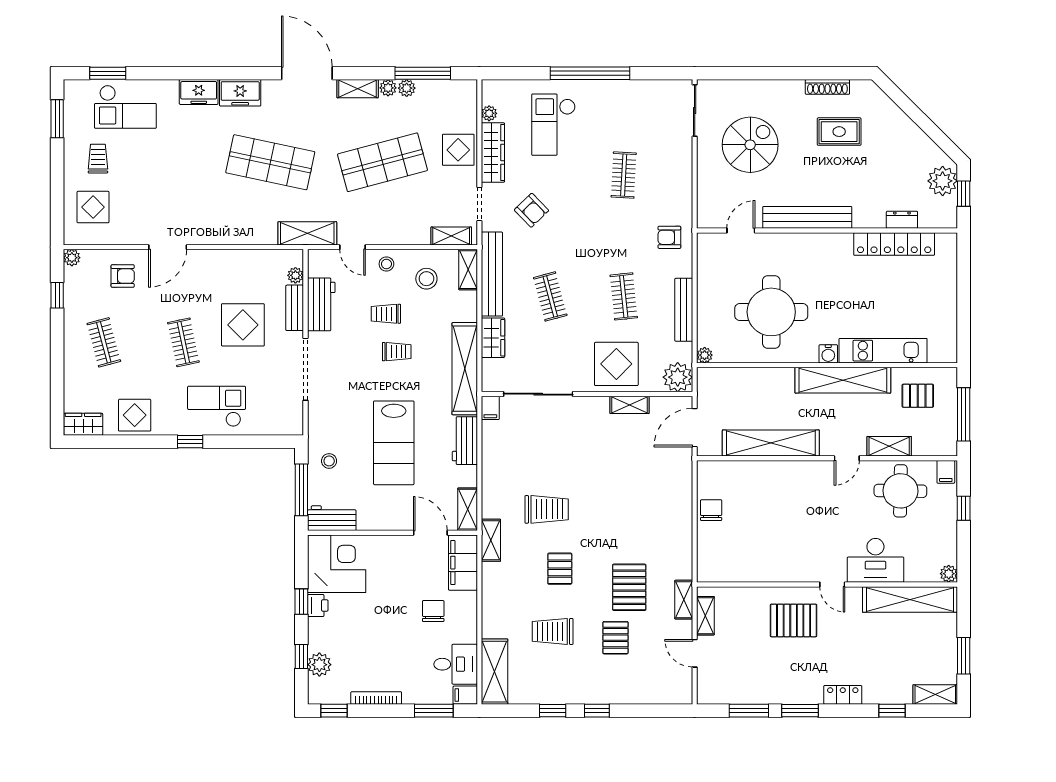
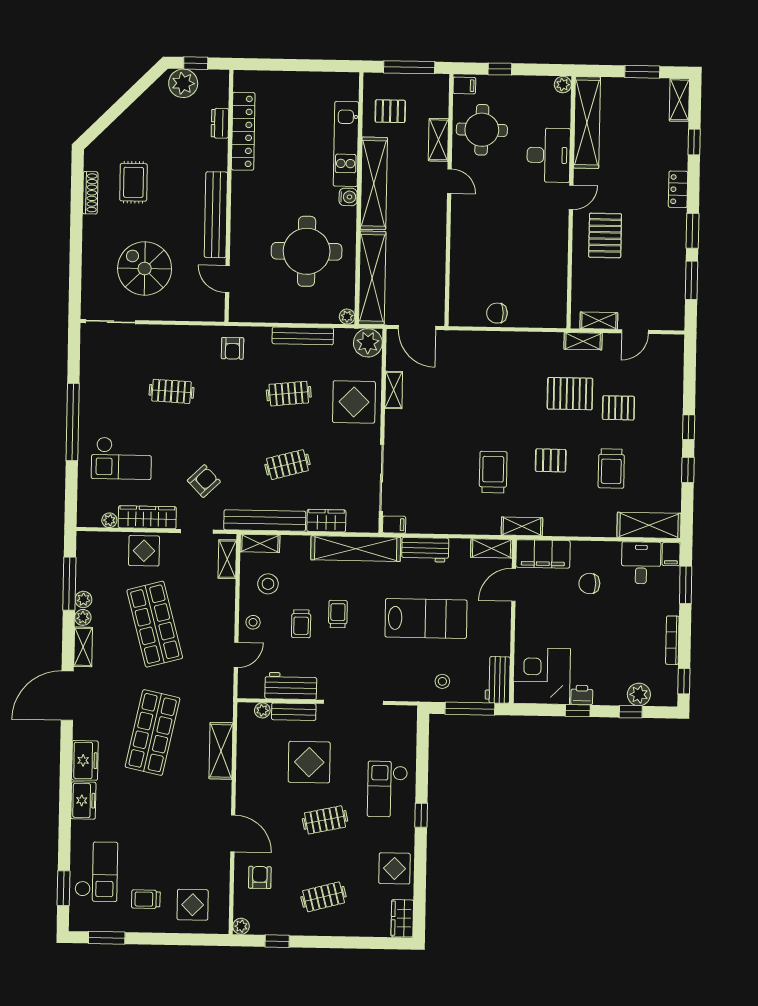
shelving: (307, 233) -> (221, 751), moved
pallet: (918, 396) -> (390, 111), turned 90
shelving: (771, 443) -> (372, 278), moved

